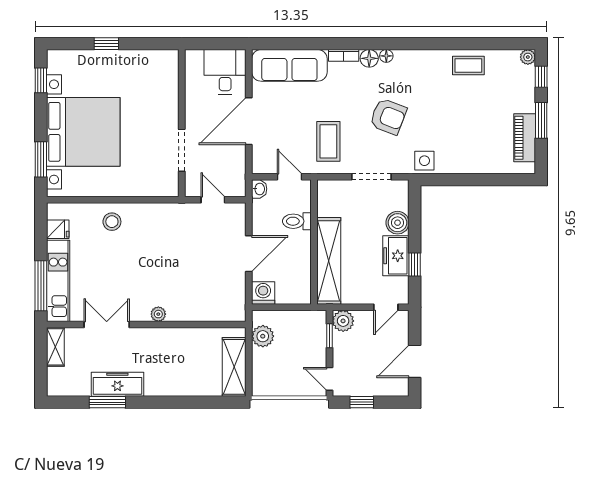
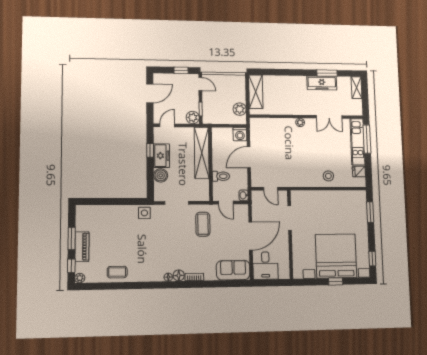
sofa: (289, 65) -> (233, 270), width x0.73
armchair: (388, 116) -> (167, 240), removed
bed with nightstands: (83, 132) -> (336, 256), moved, turned 90
piano: (525, 138) -> (82, 247), moved
shelving: (55, 347) -> (357, 88), moved

